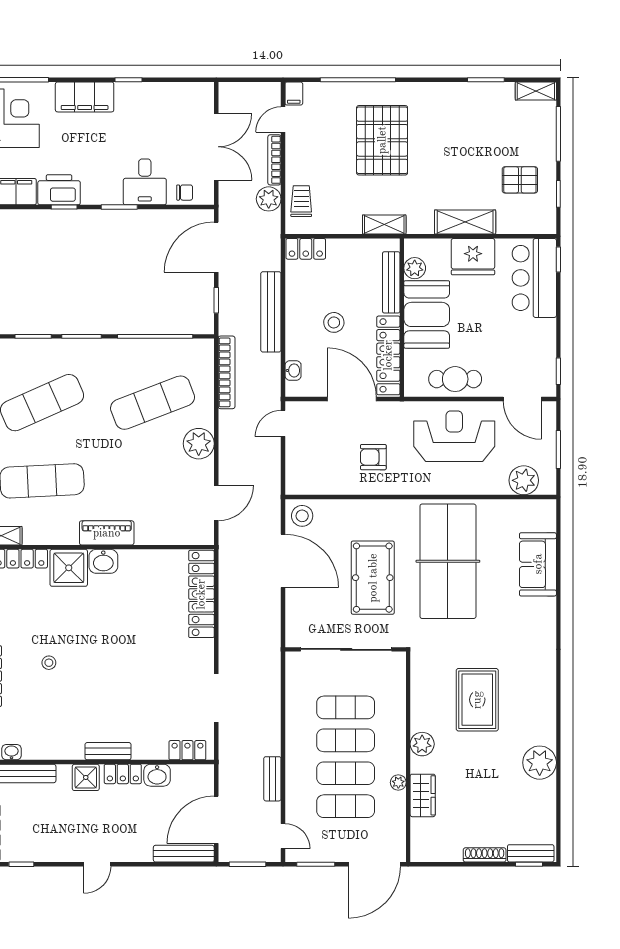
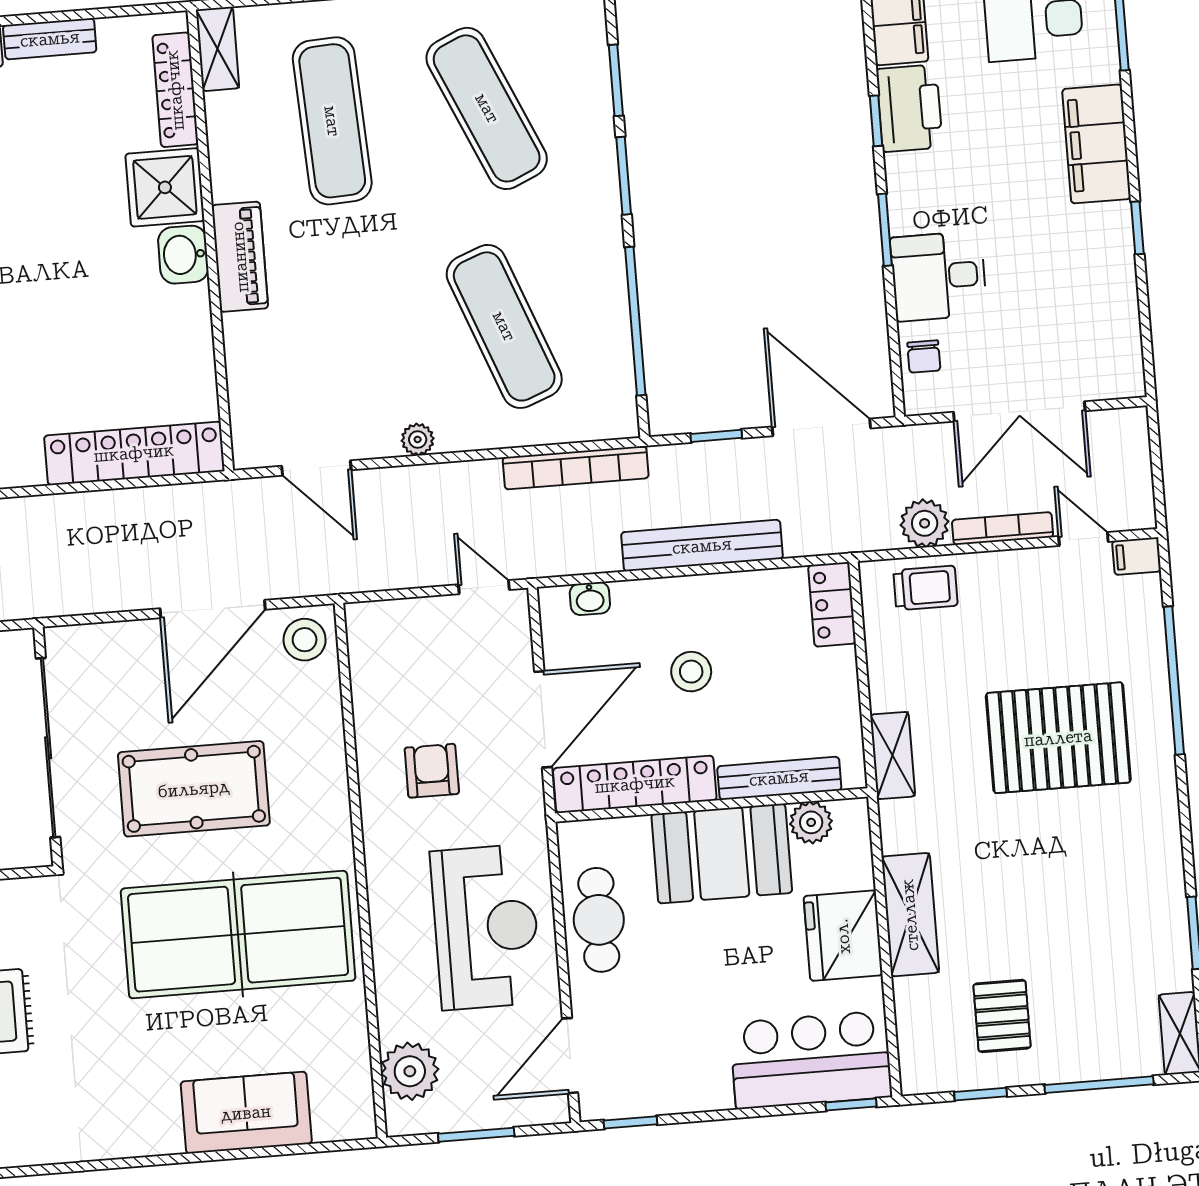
plant: (199, 444) -> (418, 439), width x0.53, depth x0.53

